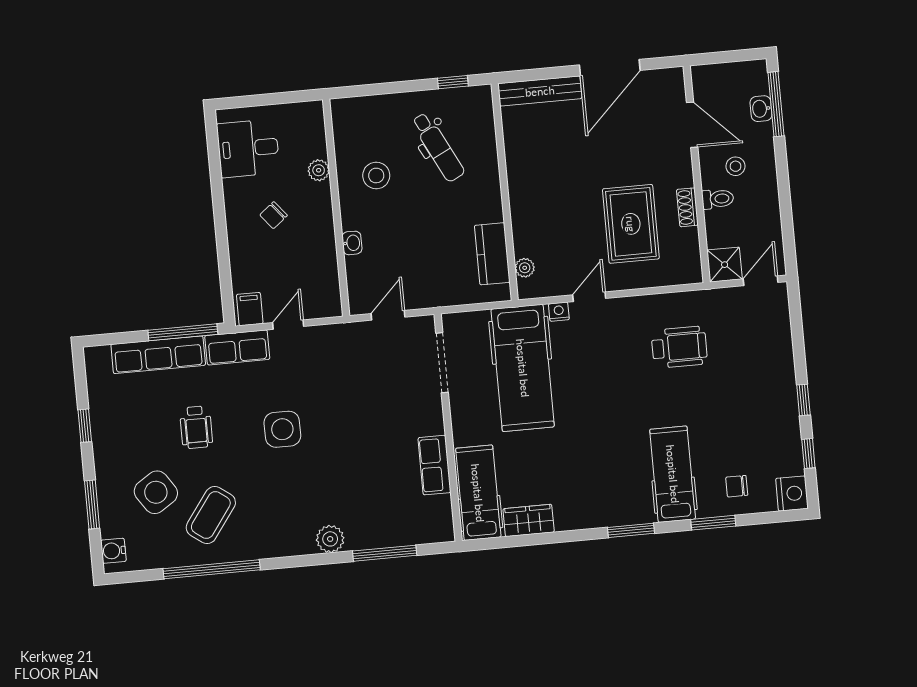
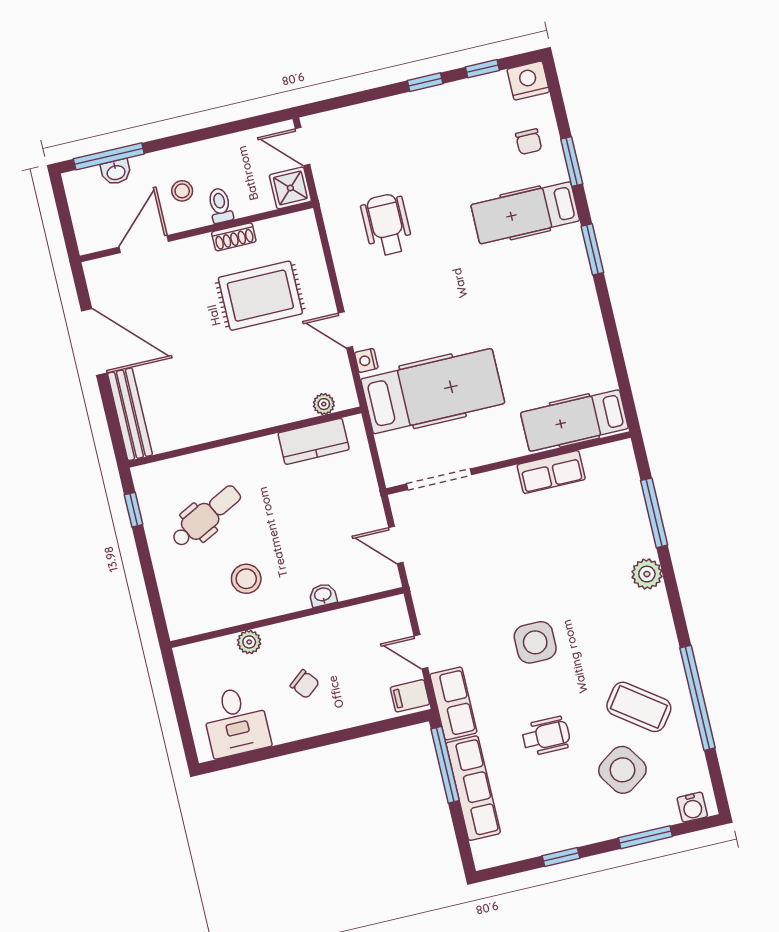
wardrobe: (529, 520) -> (597, 362), removed

